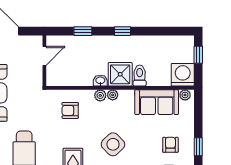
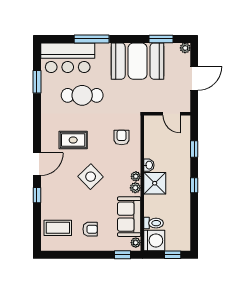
toilet: (140, 76) -> (153, 223), moved
plant: (100, 95) -> (135, 188), moved
window: (198, 147) -> (122, 255), moved

